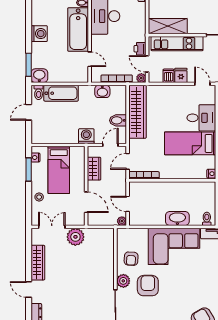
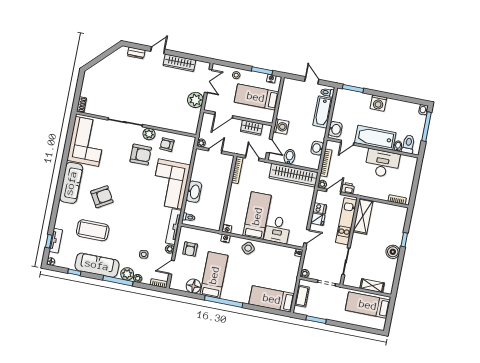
washbasin: (39, 76) -> (335, 129), moved

